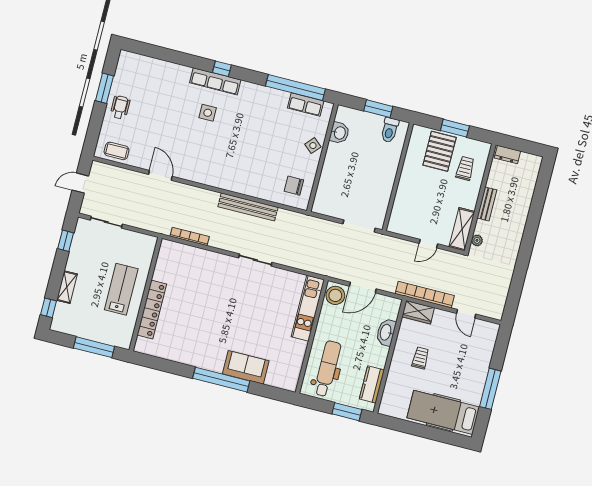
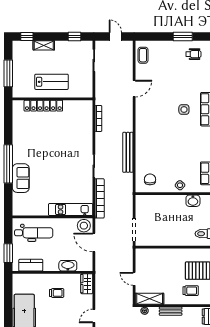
wheelchair: (120, 107) -> (193, 54), moved
bookcase: (425, 295) -> (100, 198), moved

